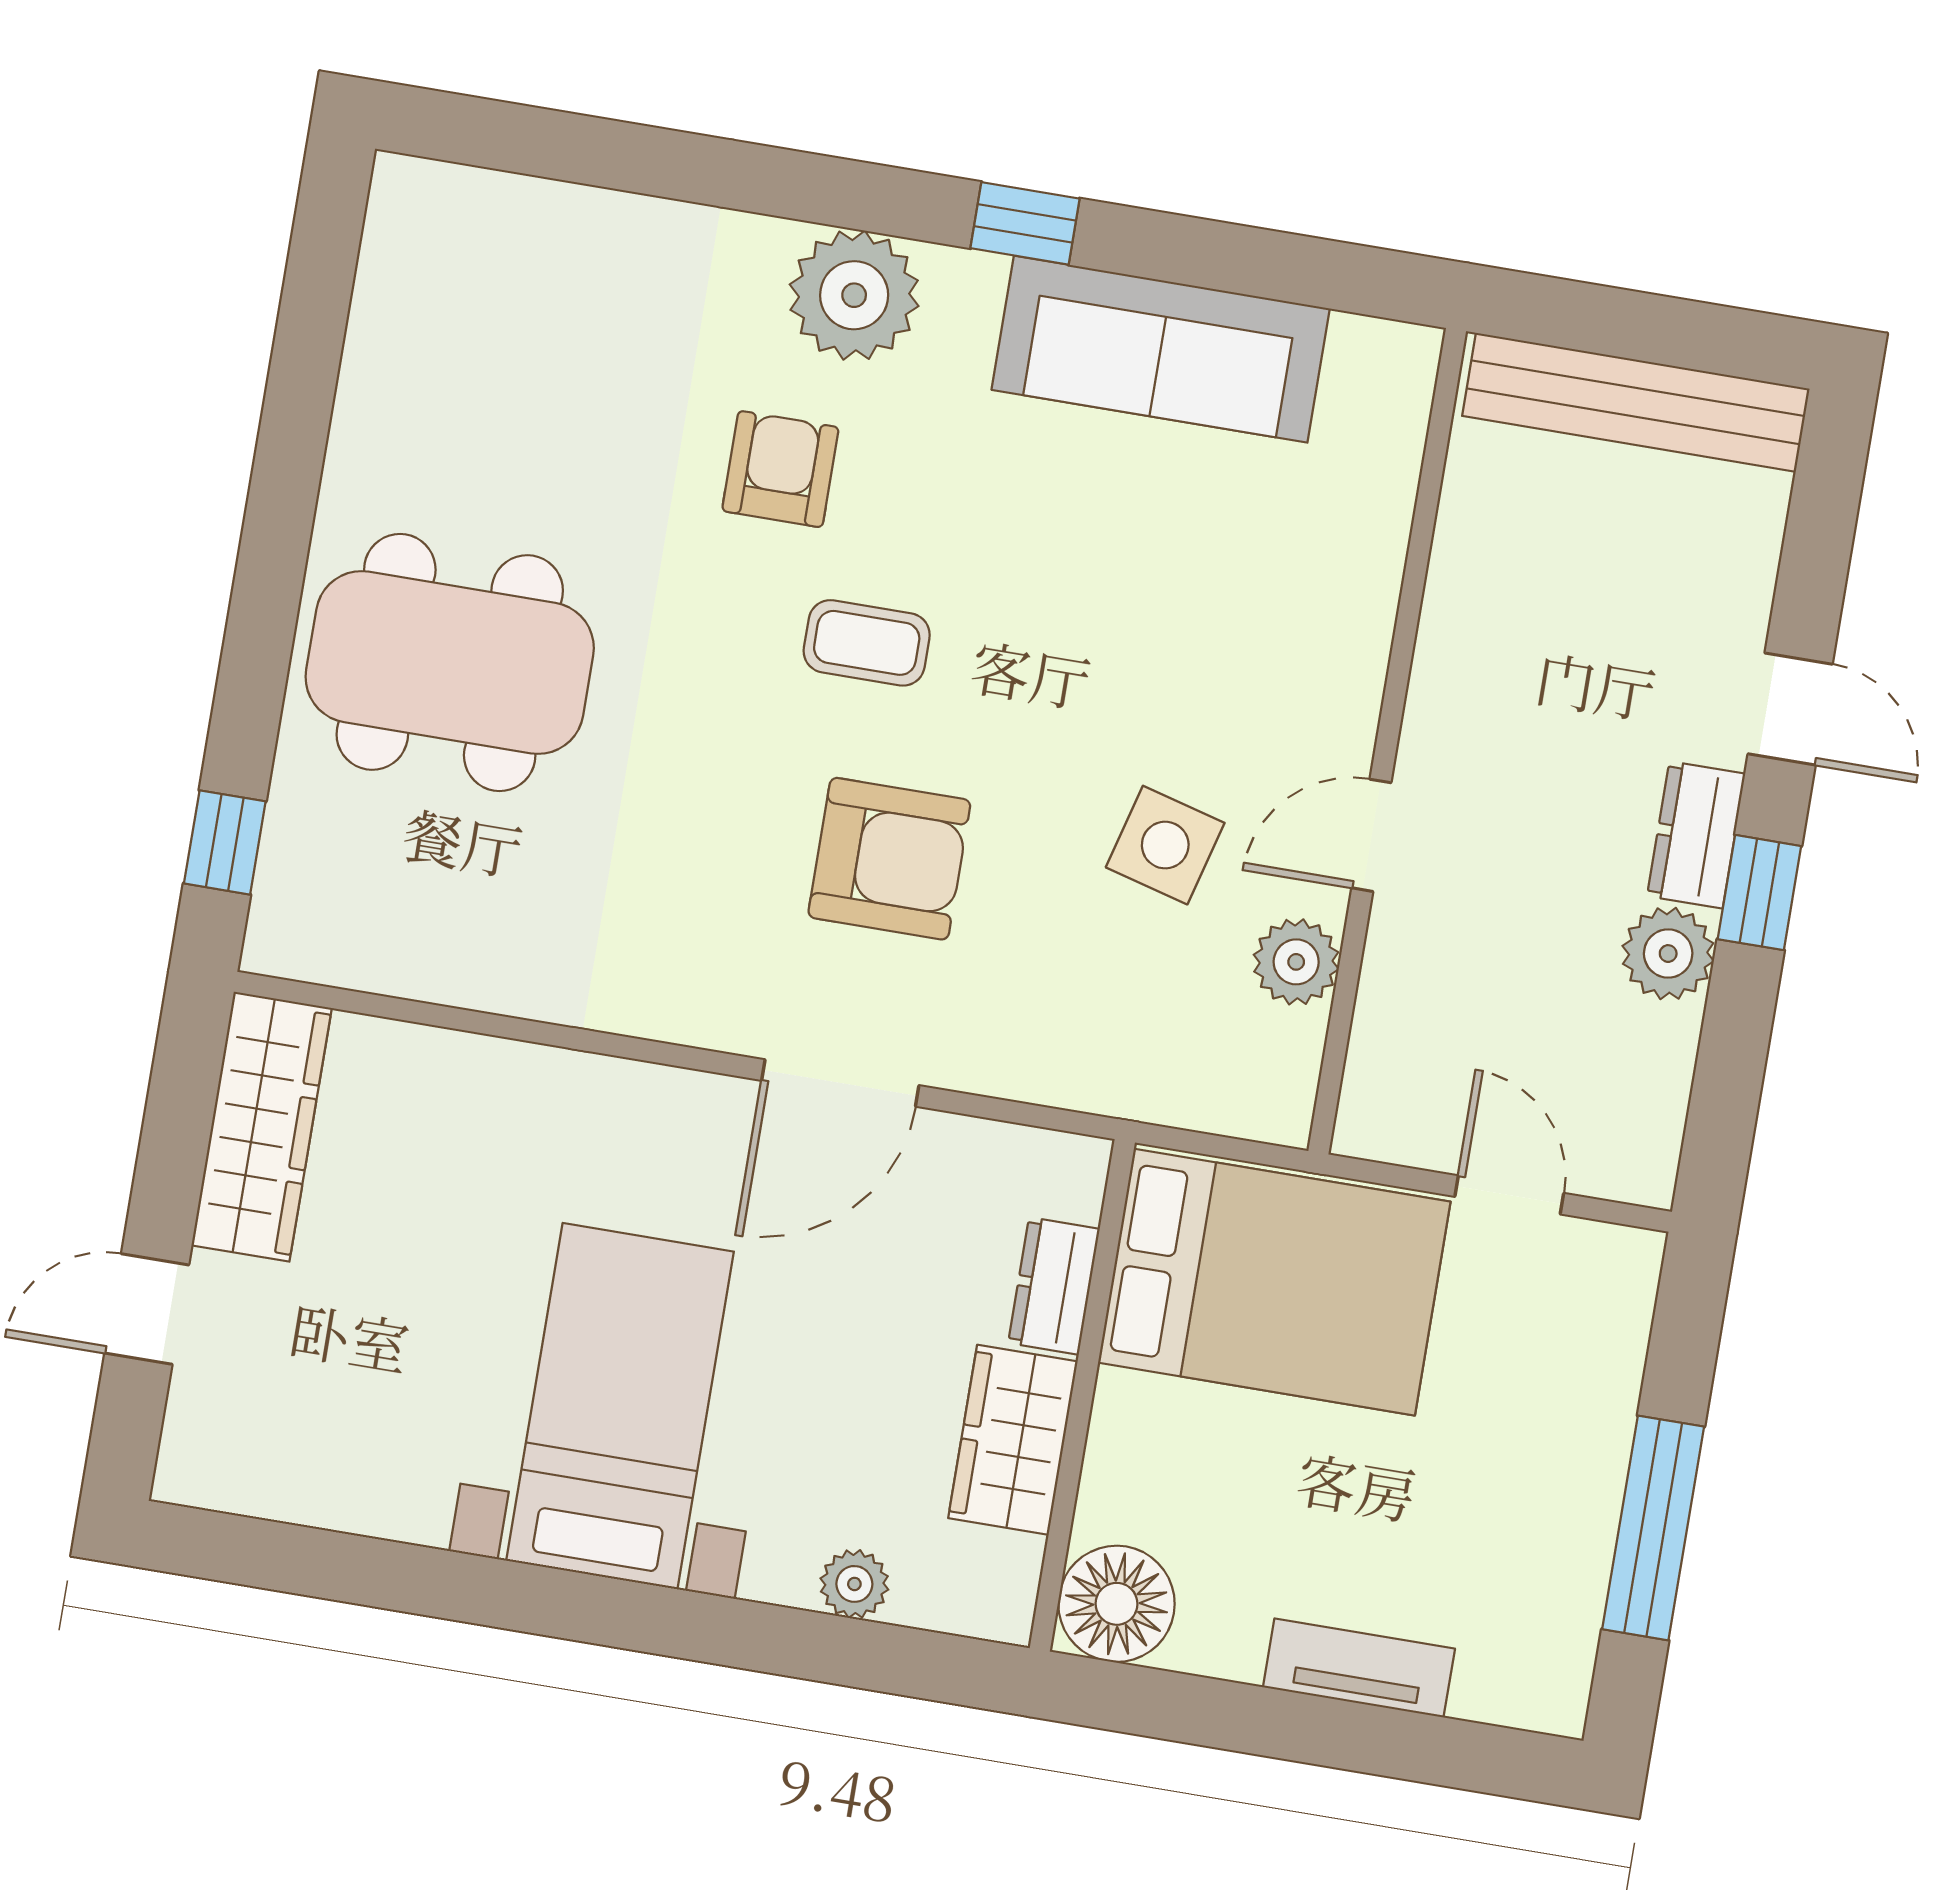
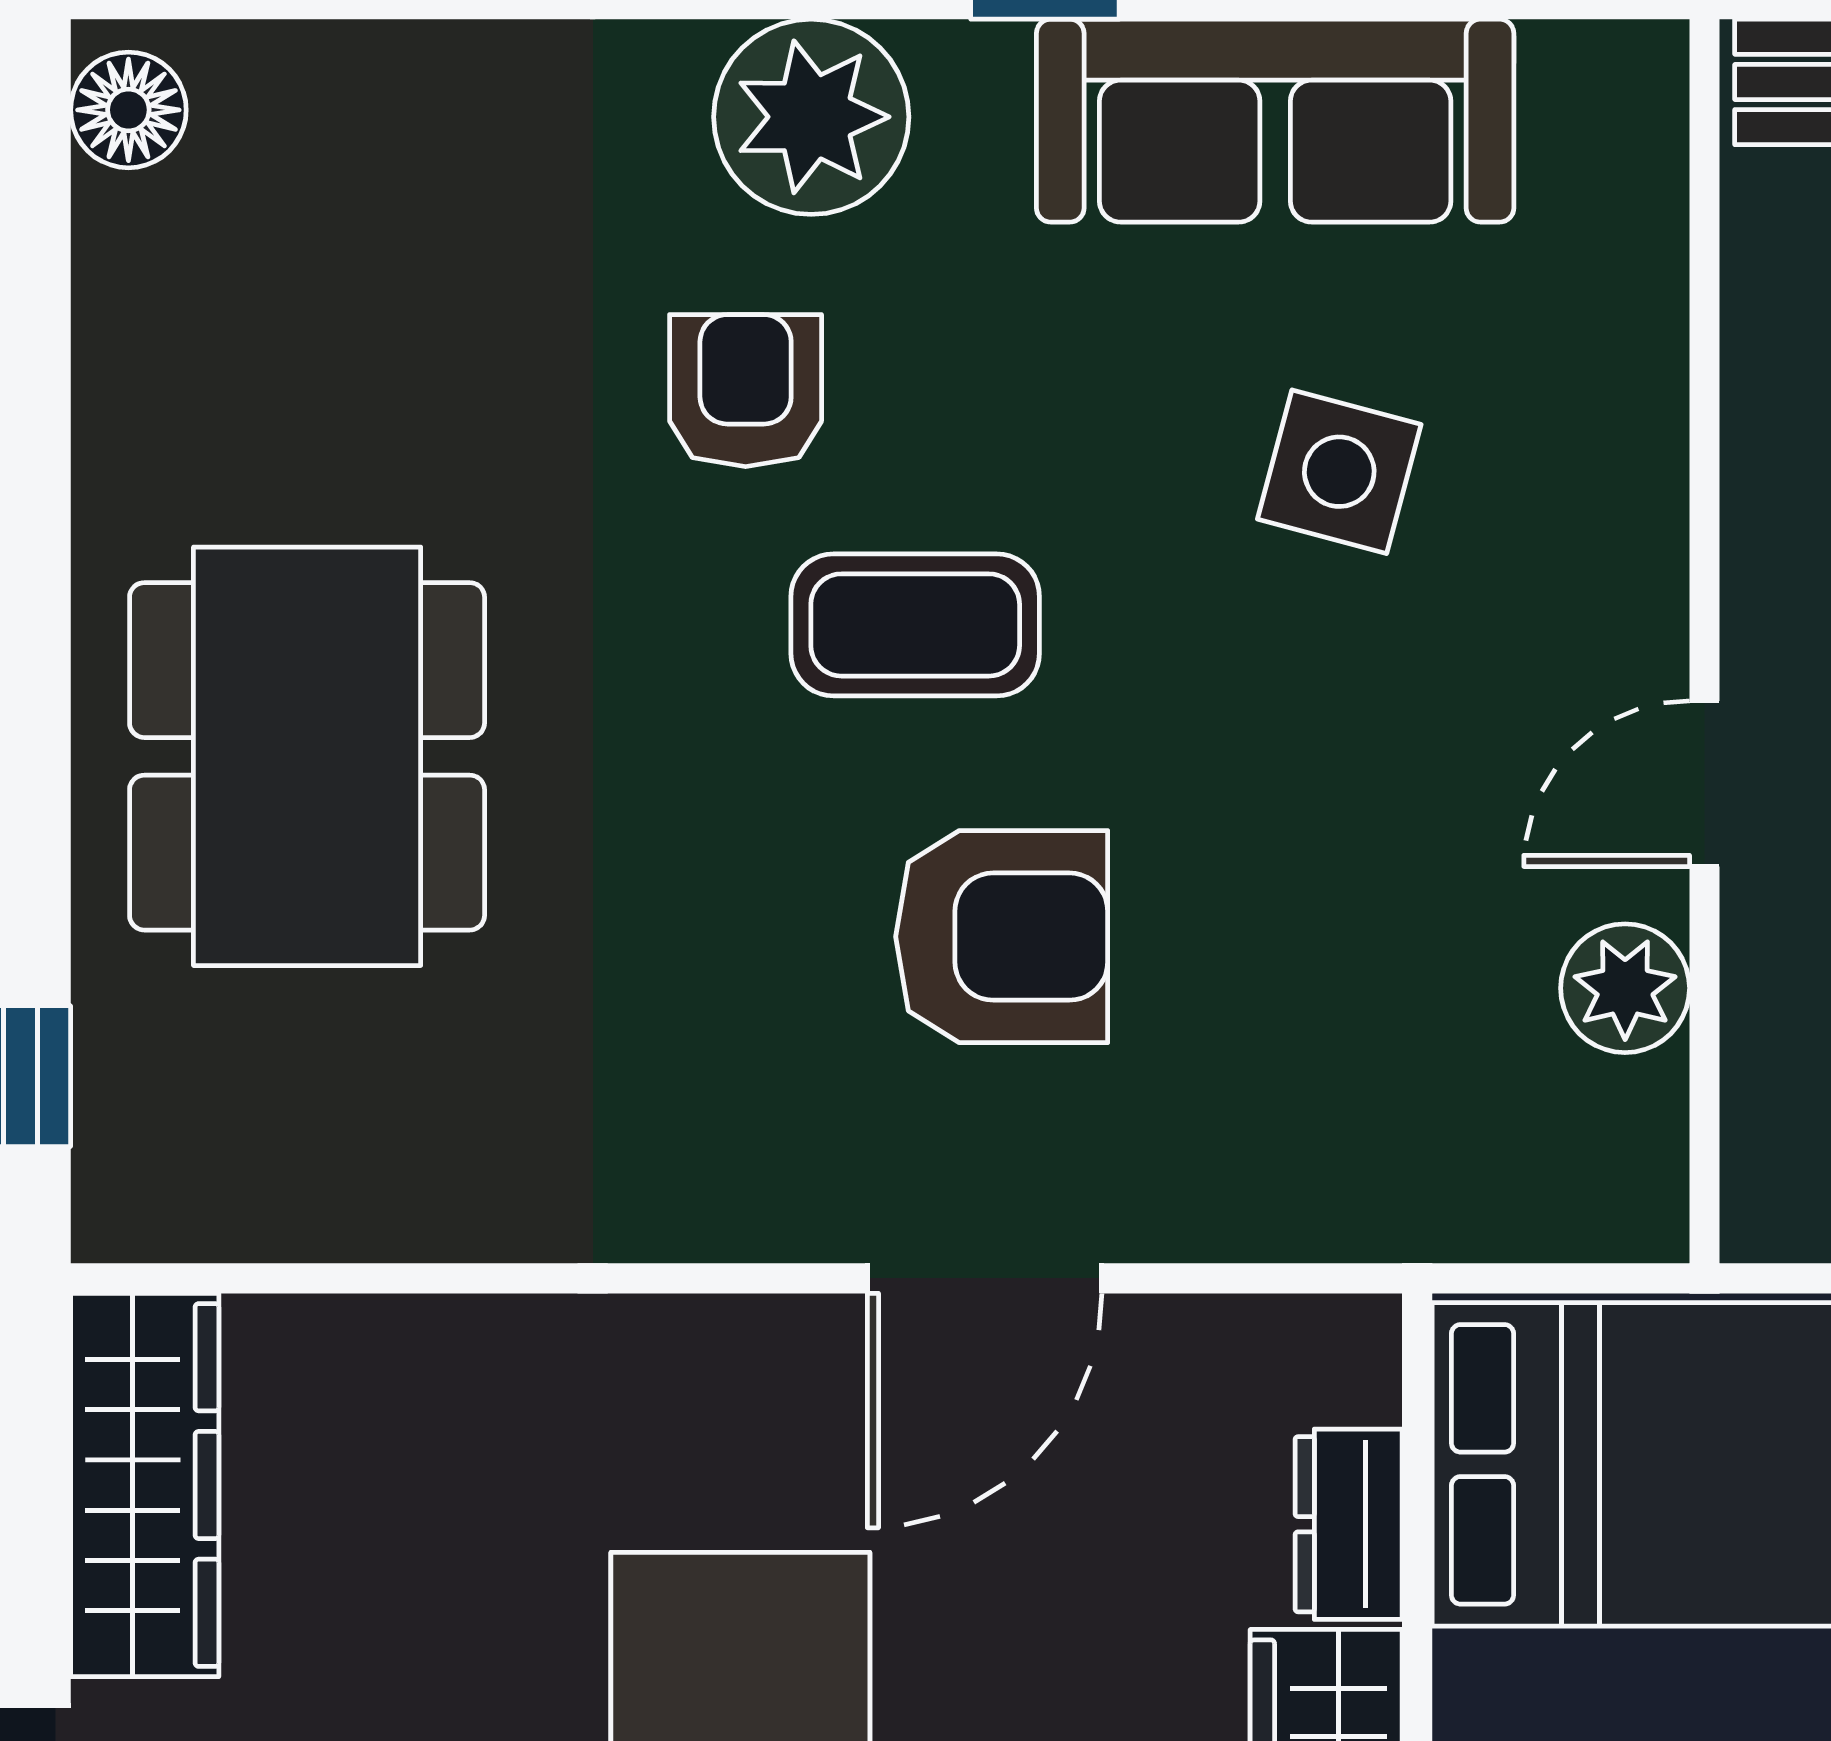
floor lamp: (403, 215) -> (128, 110), added
coffee table: (867, 643) -> (915, 625), width x1.36, depth x1.30
dining table: (450, 663) -> (307, 756), turned 90
side table: (1165, 845) -> (1339, 472), moved

